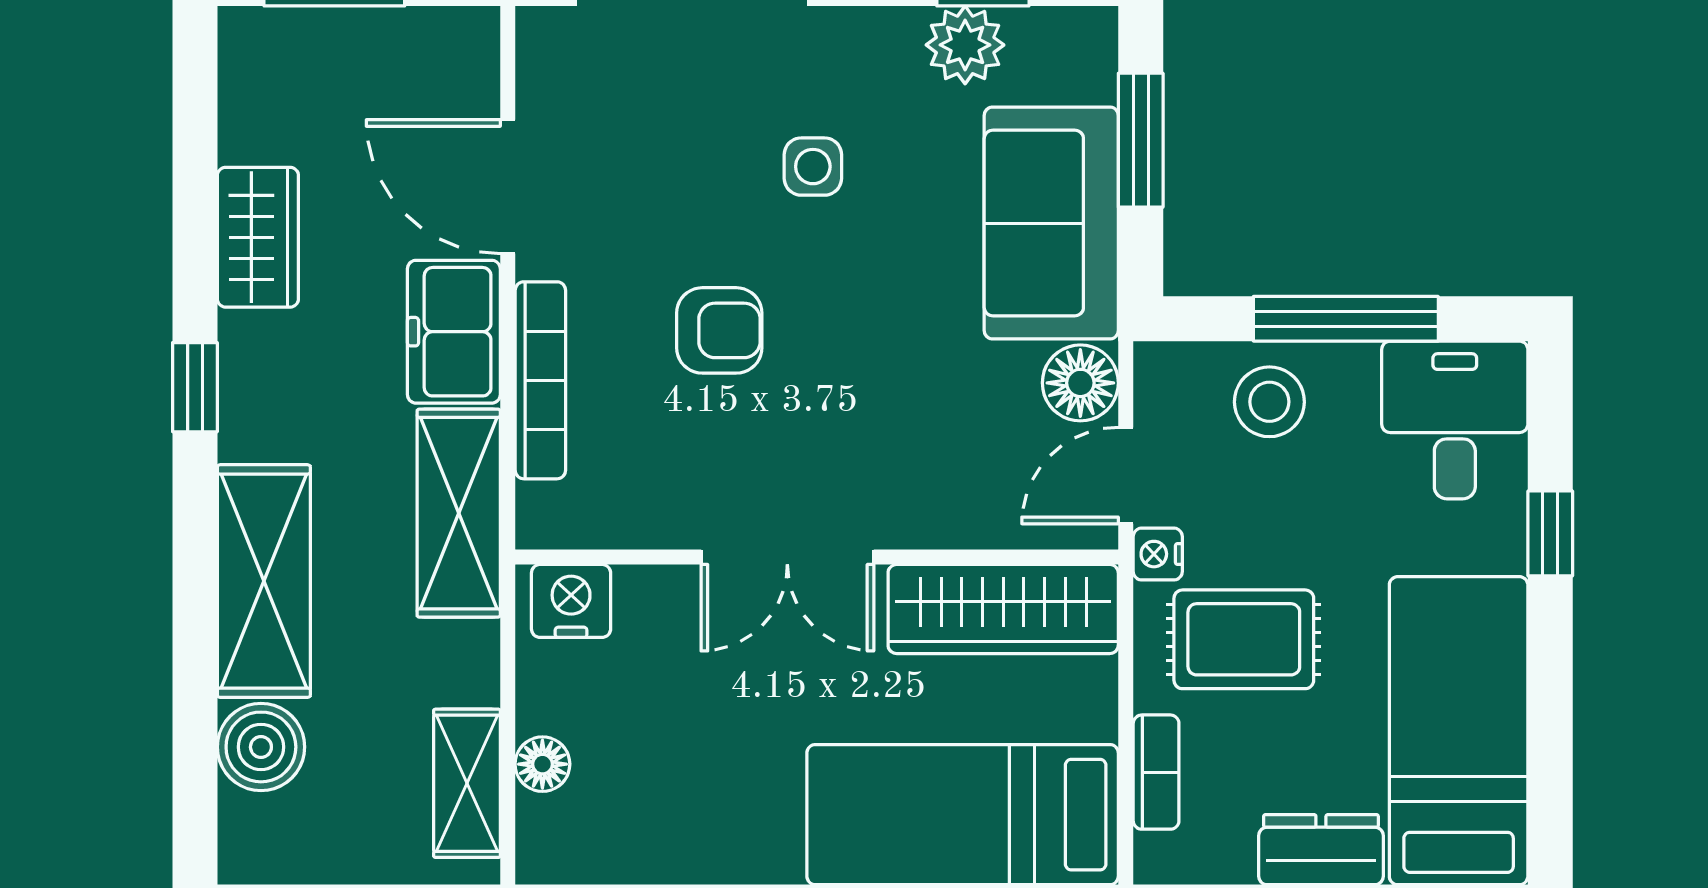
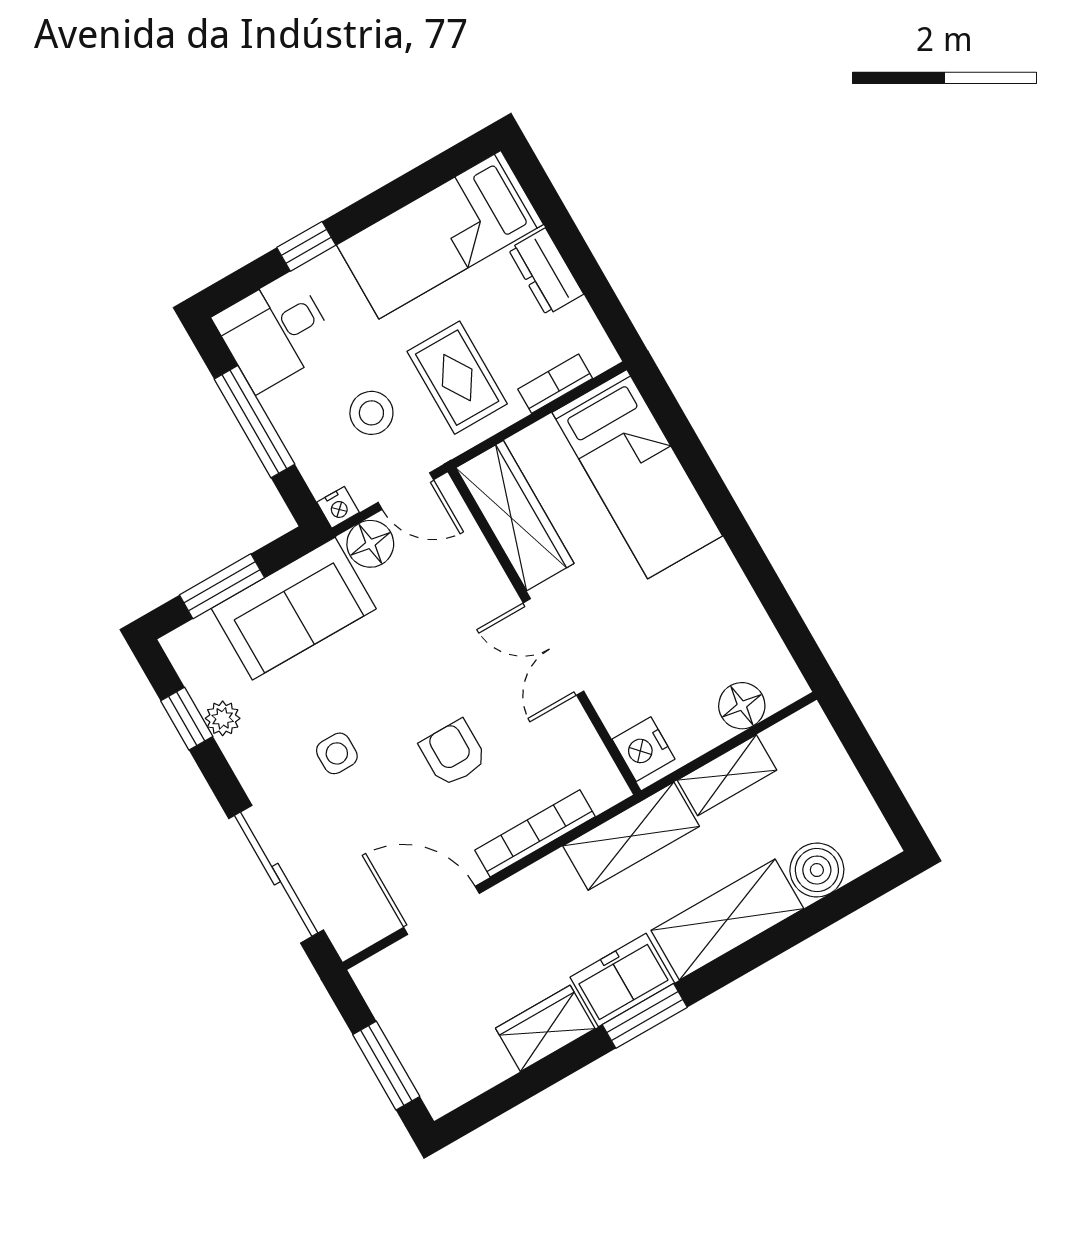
plant: (965, 45) -> (223, 718), width x0.73, depth x0.73
door: (508, 187) -> (441, 910), swing flipped
freezer: (454, 332) -> (622, 980), moved, turned 180
window: (195, 387) -> (645, 1016), width x1.50
stool: (1269, 402) -> (371, 413), moved
nightstand: (1158, 554) -> (338, 507), moved
double door: (787, 557) -> (553, 647), swing flipped
floor lamp: (542, 764) -> (742, 706), width x1.37, depth x1.37
shelving: (467, 783) -> (727, 775), moved

